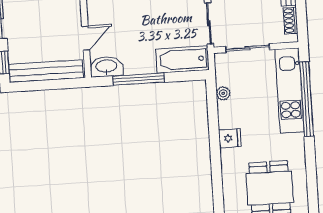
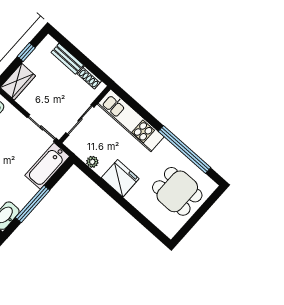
window: (307, 99) -> (185, 149), moved
fridge: (230, 138) -> (120, 178), width x1.88, depth x1.34

